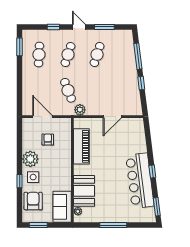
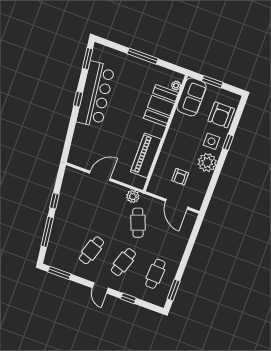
window: (104, 27) -> (59, 273), moved
window: (38, 225) -> (212, 82), moved

